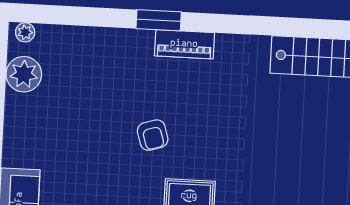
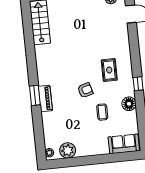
piano: (184, 44) -> (45, 99), moved
coffee table: (98, 165) -> (102, 112), added

